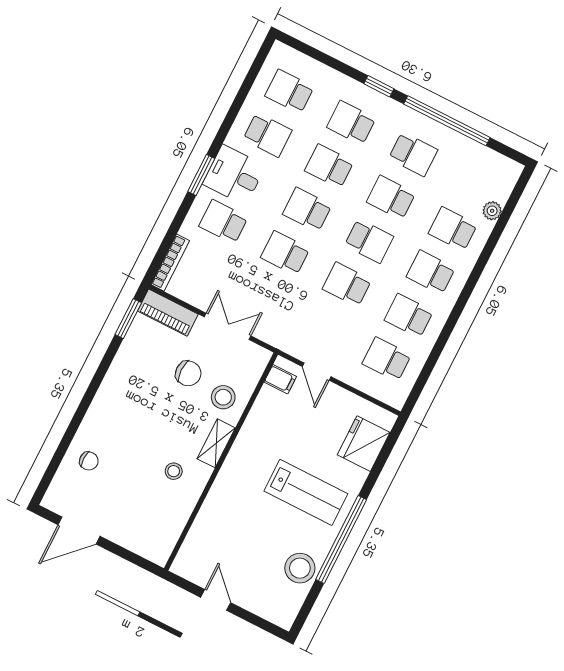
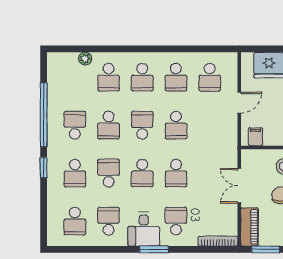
school desk: (329, 166) -> (109, 173), turned 180
school desk: (223, 222) -> (176, 221), turned 180
door: (317, 372) -> (239, 103), moved

